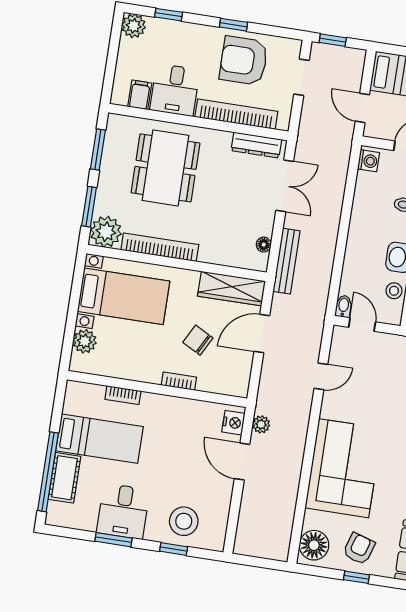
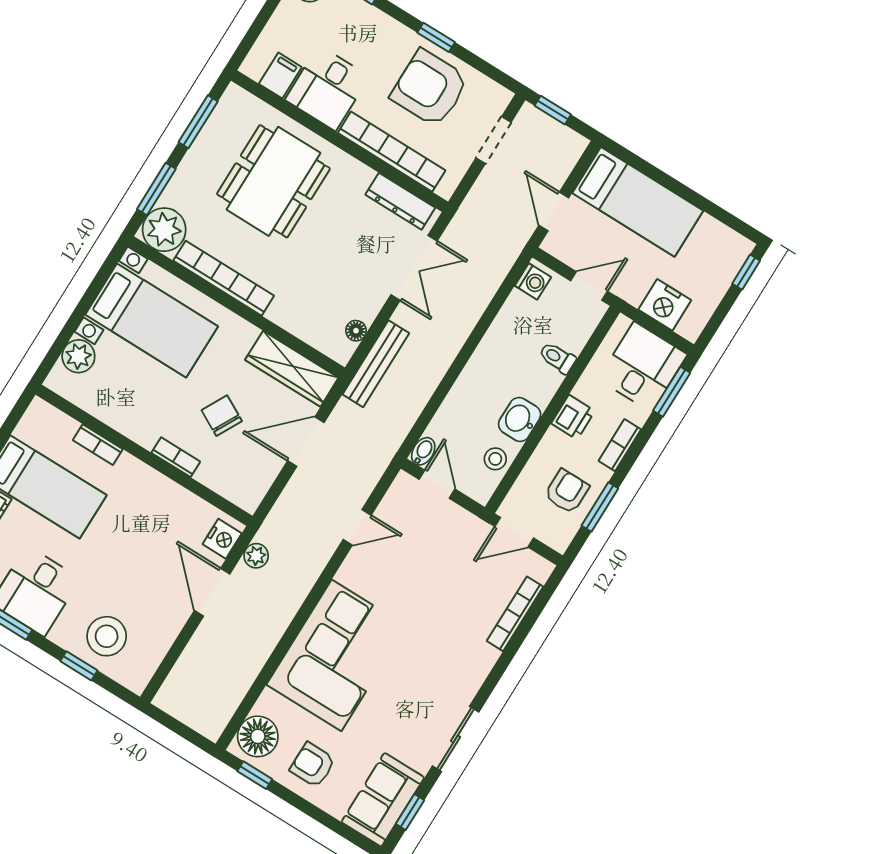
armchair: (359, 549) -> (313, 765), turned -107
window: (356, 577) -> (255, 775), moved

